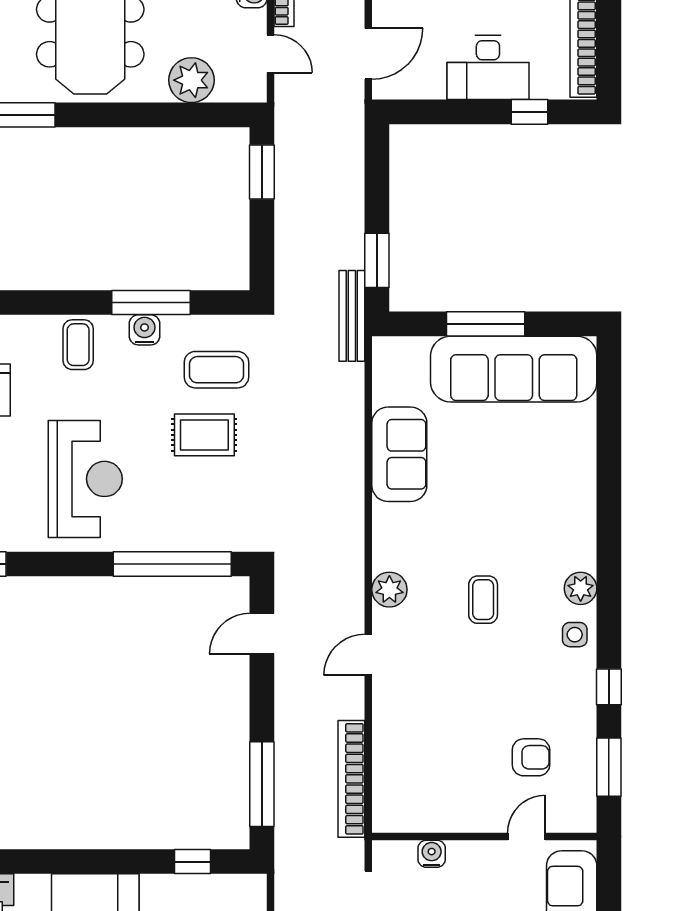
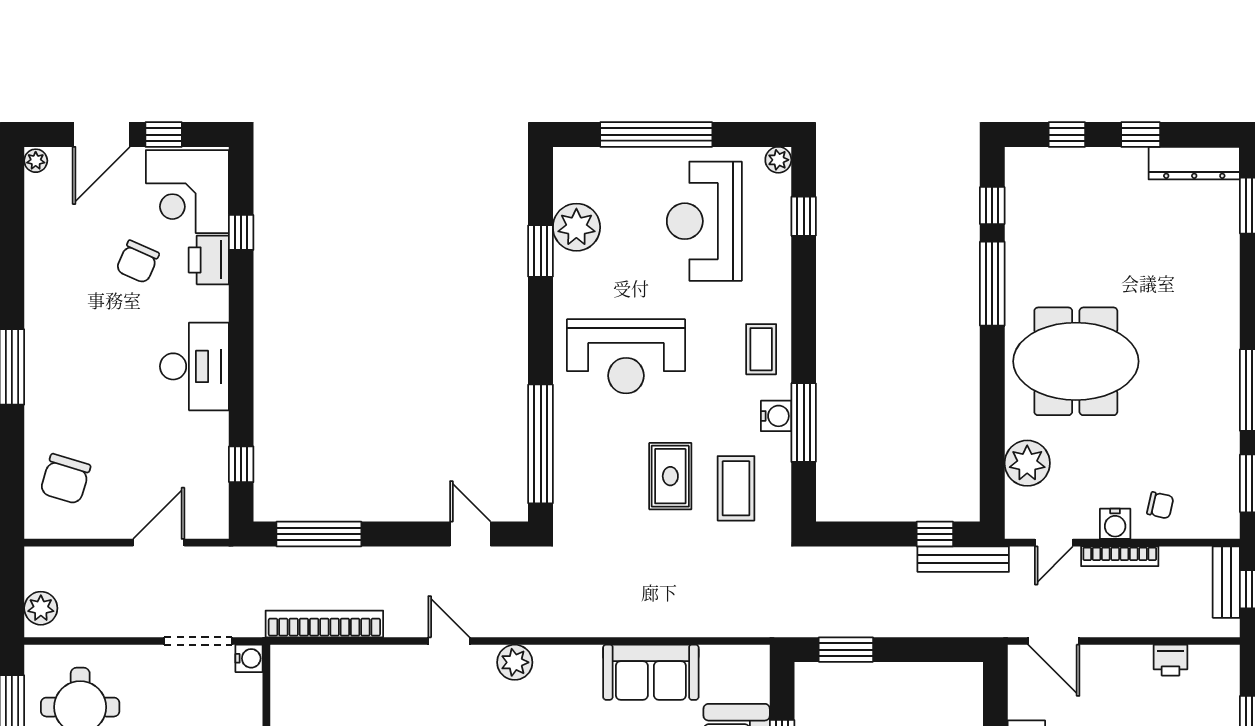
window: (262, 172) -> (935, 534), width x0.67
bench: (352, 316) -> (963, 559), moved
coffee table: (78, 345) -> (761, 349), turned 90
water cooler: (432, 854) -> (249, 658), moved

